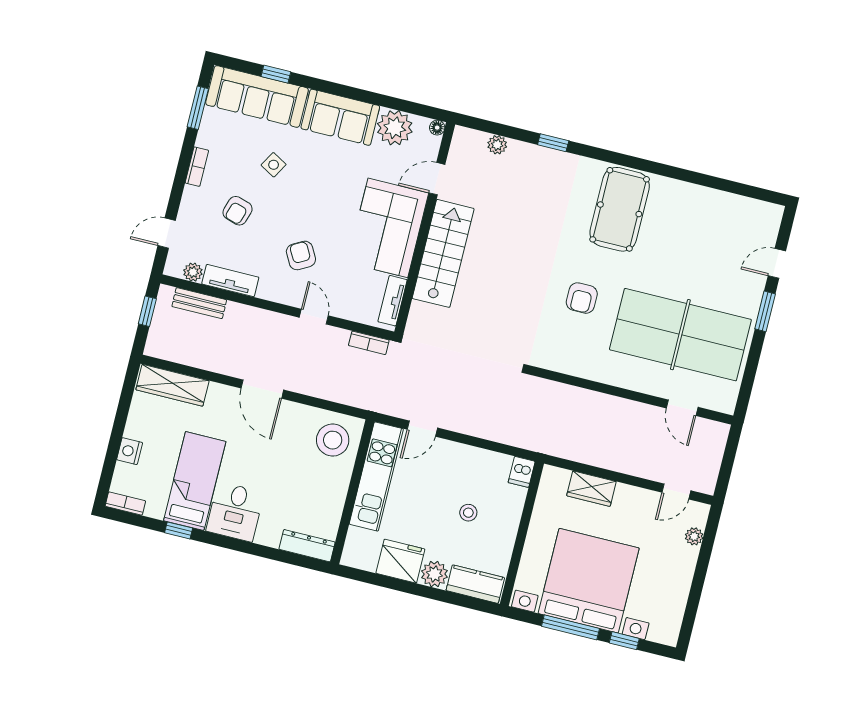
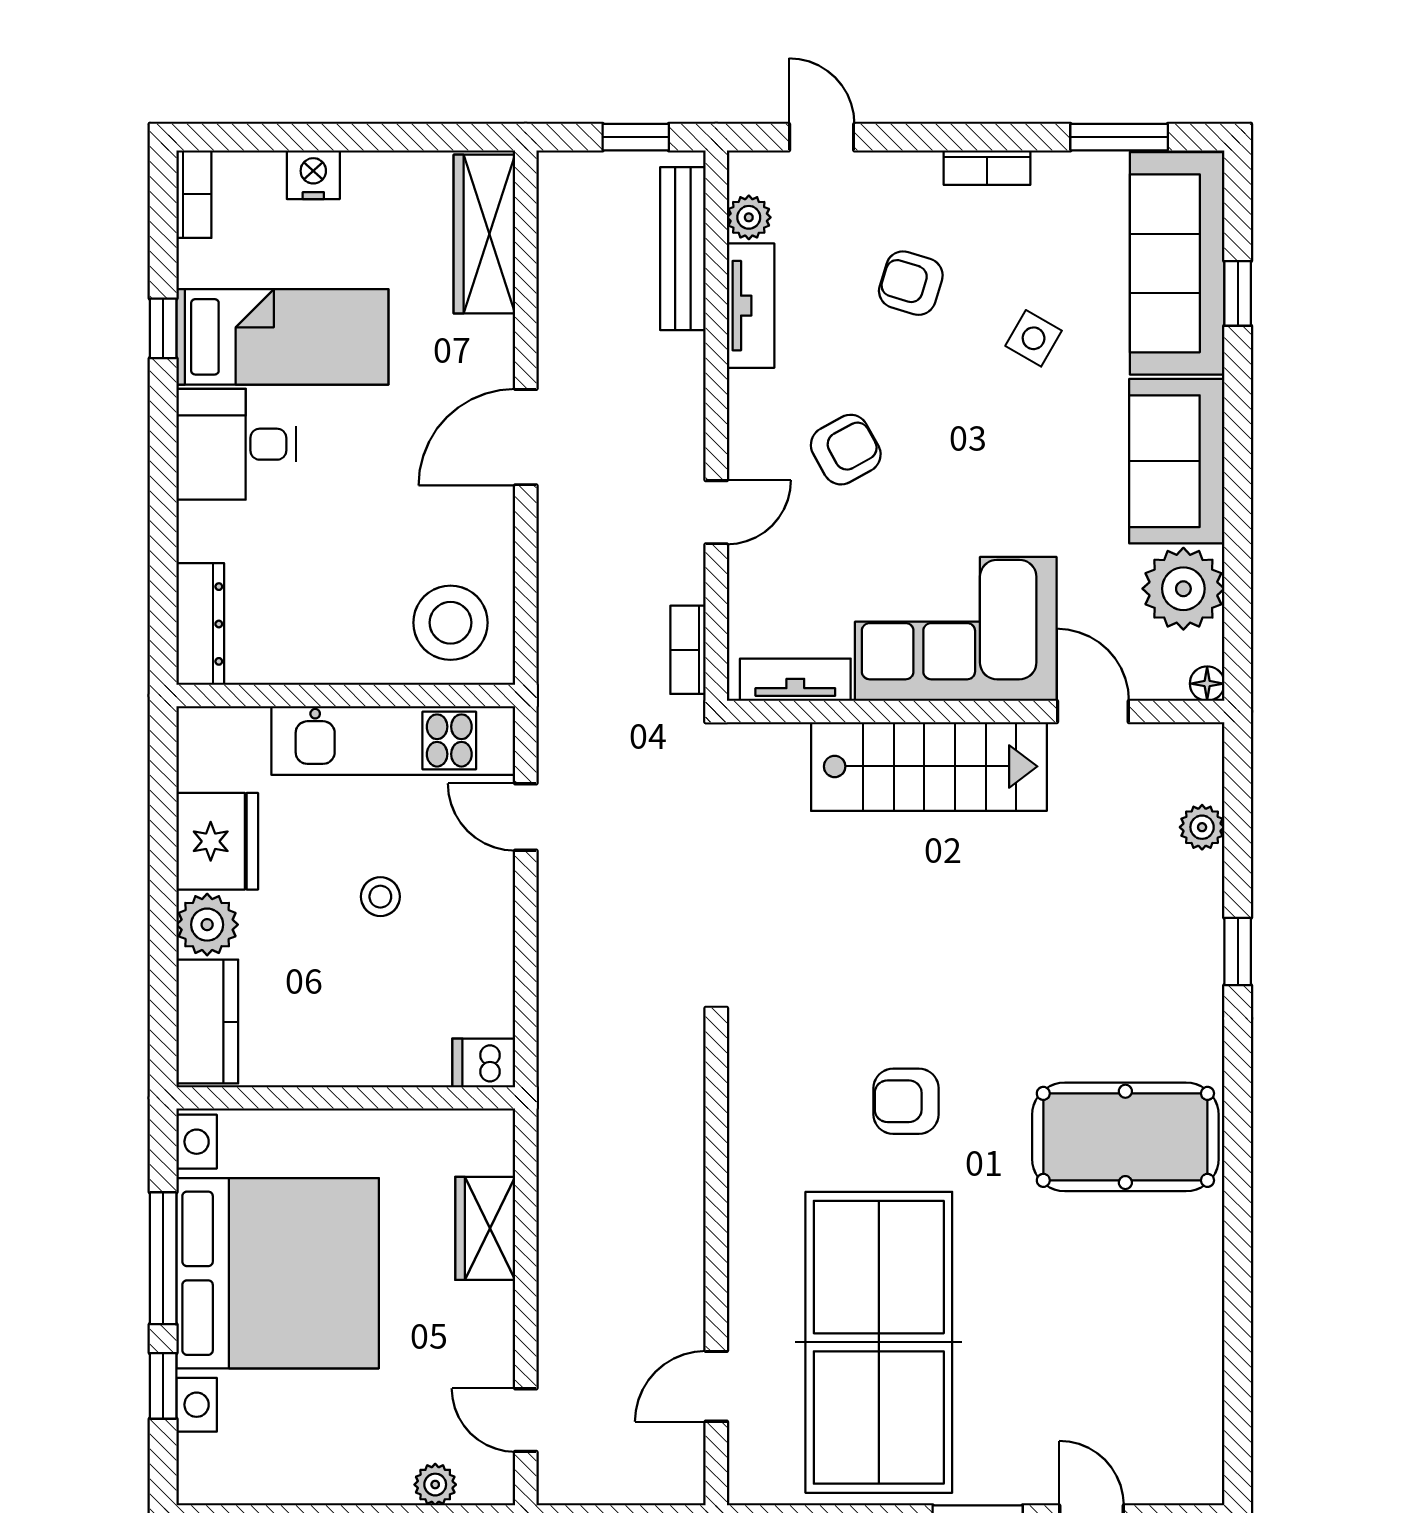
bench: (199, 303) -> (683, 249), width x1.36
stool: (468, 513) -> (380, 897), moved

